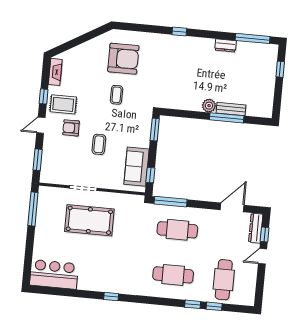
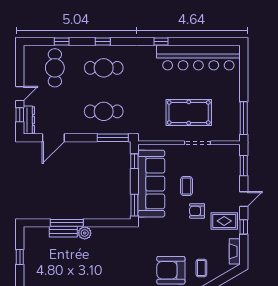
window: (280, 69) -> (20, 257), moved
coffee table: (117, 95) -> (201, 268), moved
armchair: (71, 128) -> (197, 211), moved, turned 180
sofa: (137, 167) -> (151, 184), width x1.85, depth x1.27
bar counter: (54, 274) -> (198, 58), width x1.86
window: (193, 304) -> (103, 41), moved

